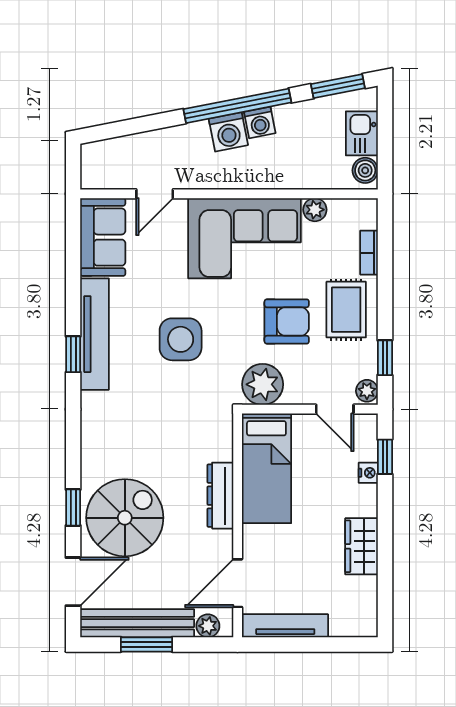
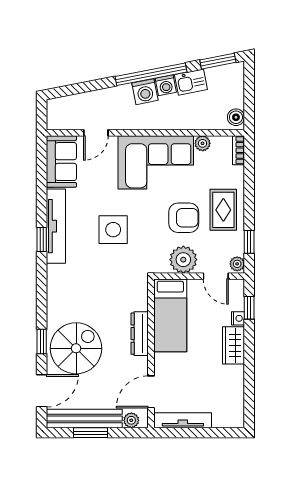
kitchen sink: (362, 133) -> (191, 82), moved, turned -101
bookcase: (369, 253) -> (239, 150), moved
plant: (263, 384) -> (183, 260), moved
wardrobe: (362, 546) -> (234, 345), moved

